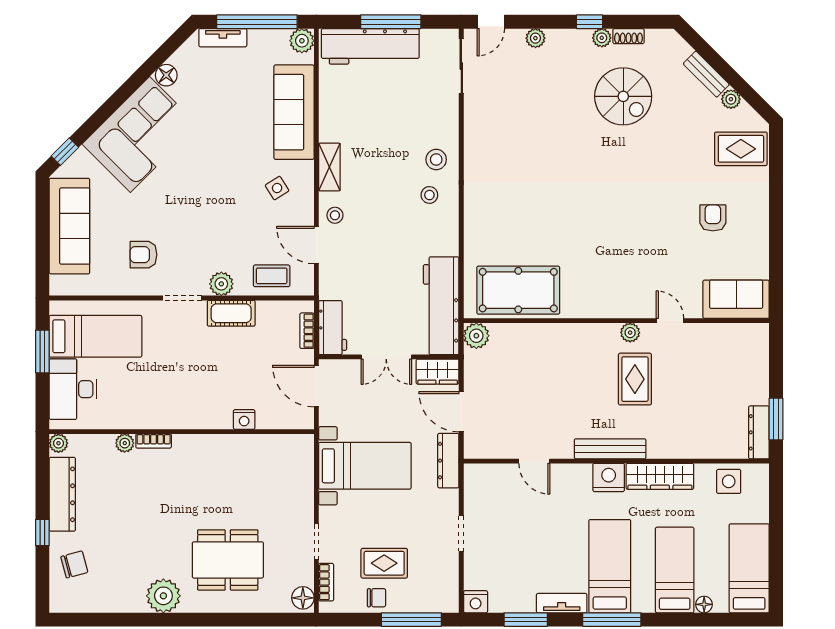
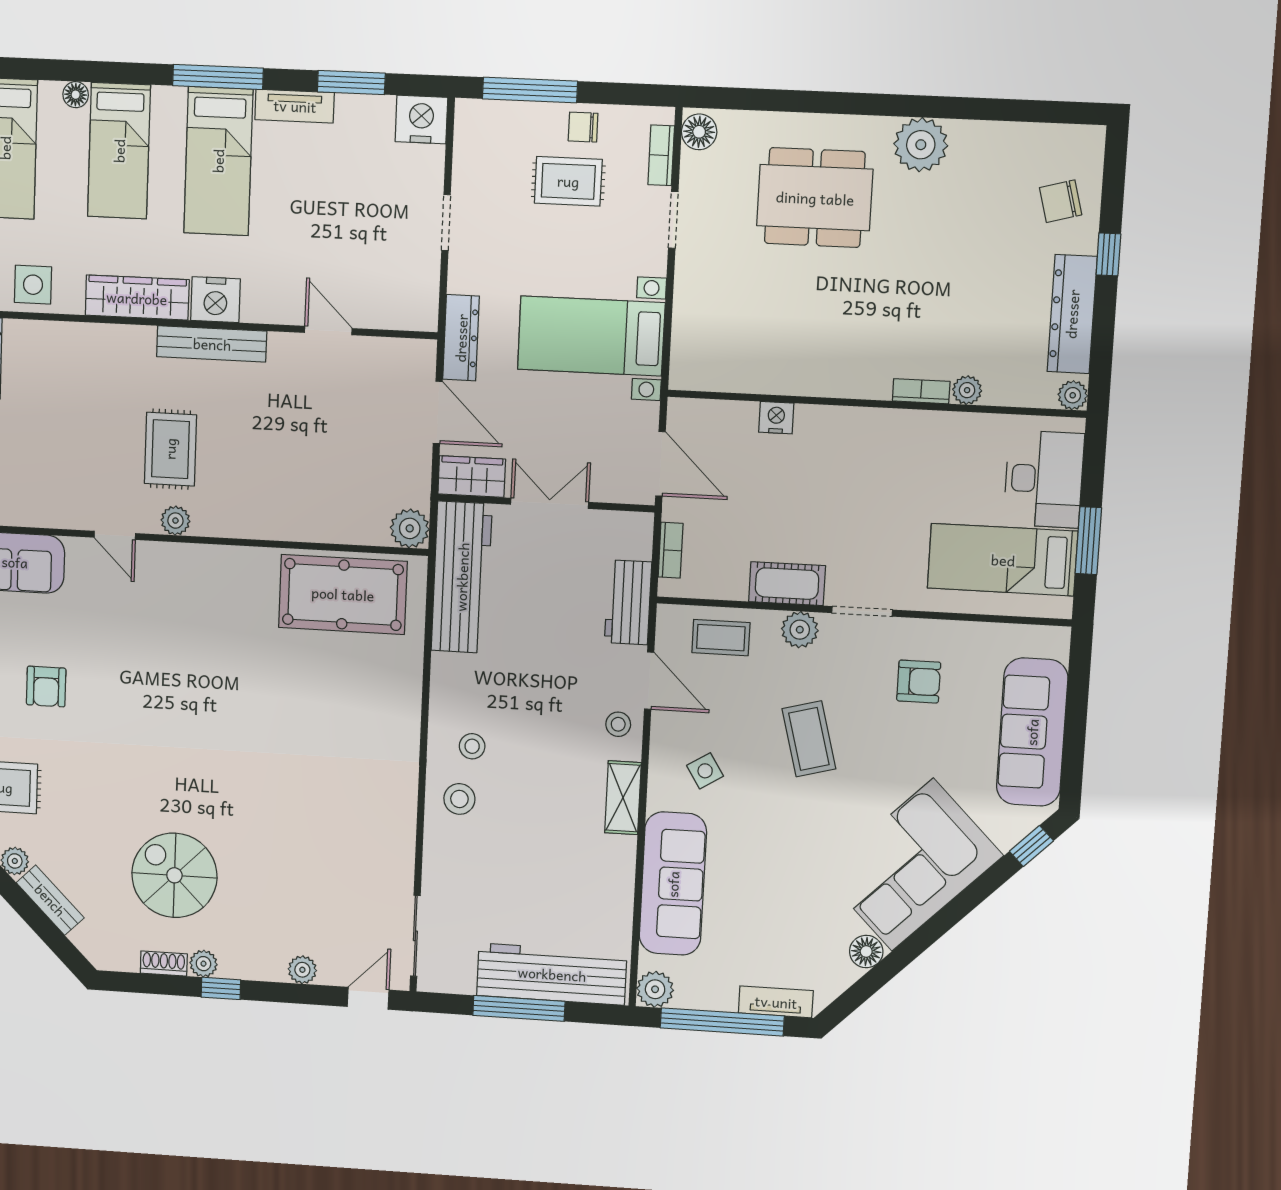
coffee table: (211, 213) -> (809, 739), added
workbench: (333, 328) -> (628, 602), moved
nightstand: (476, 602) -> (421, 119), width x1.36, depth x1.33

